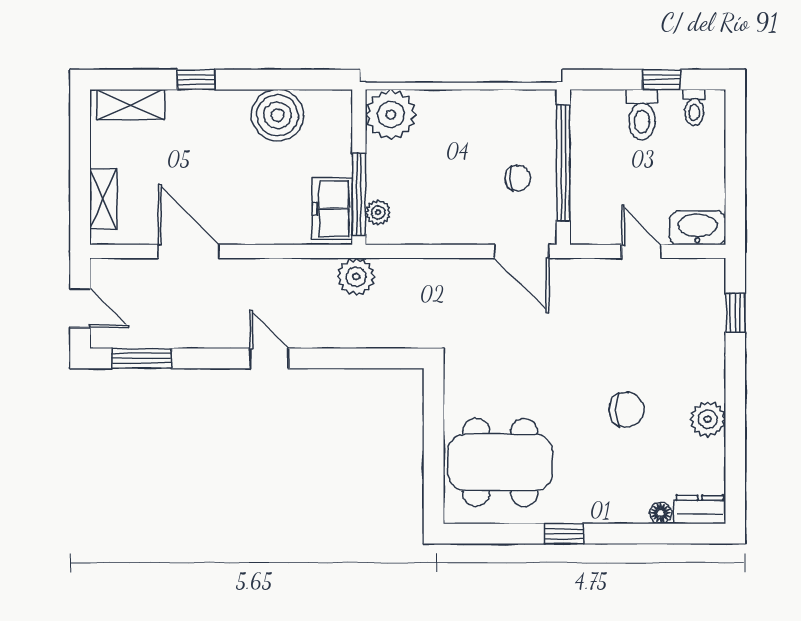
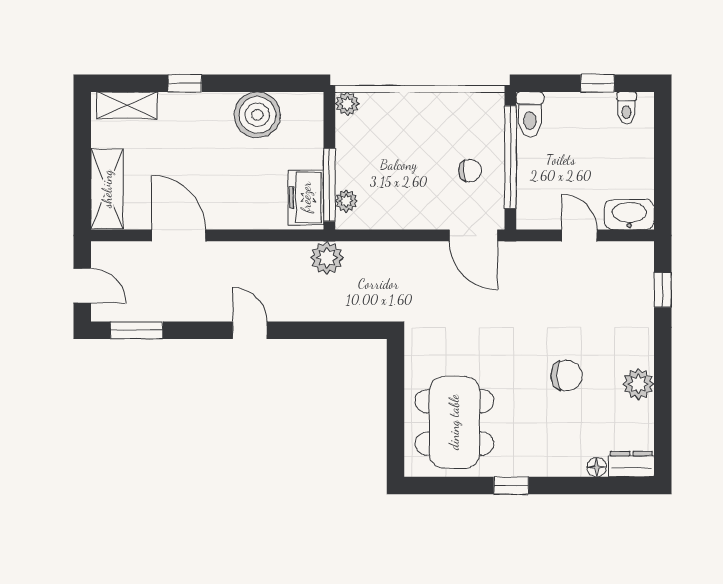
plant: (391, 115) -> (347, 104), width x0.53, depth x0.53
toilet: (642, 115) -> (530, 114), moved
shelving: (103, 199) -> (107, 189), width x1.50, depth x1.33
dining table: (500, 462) -> (454, 422), turned 90

